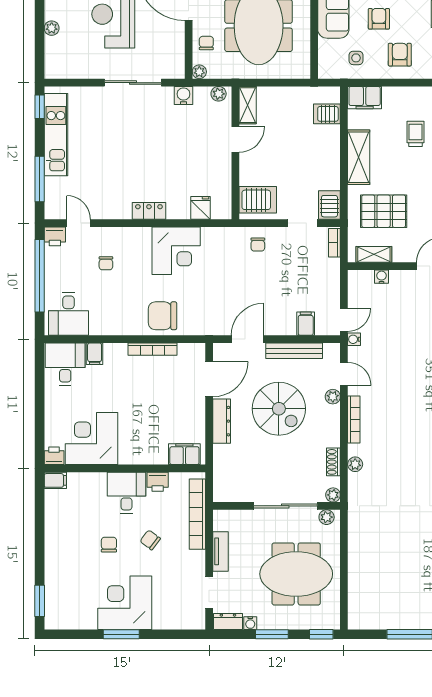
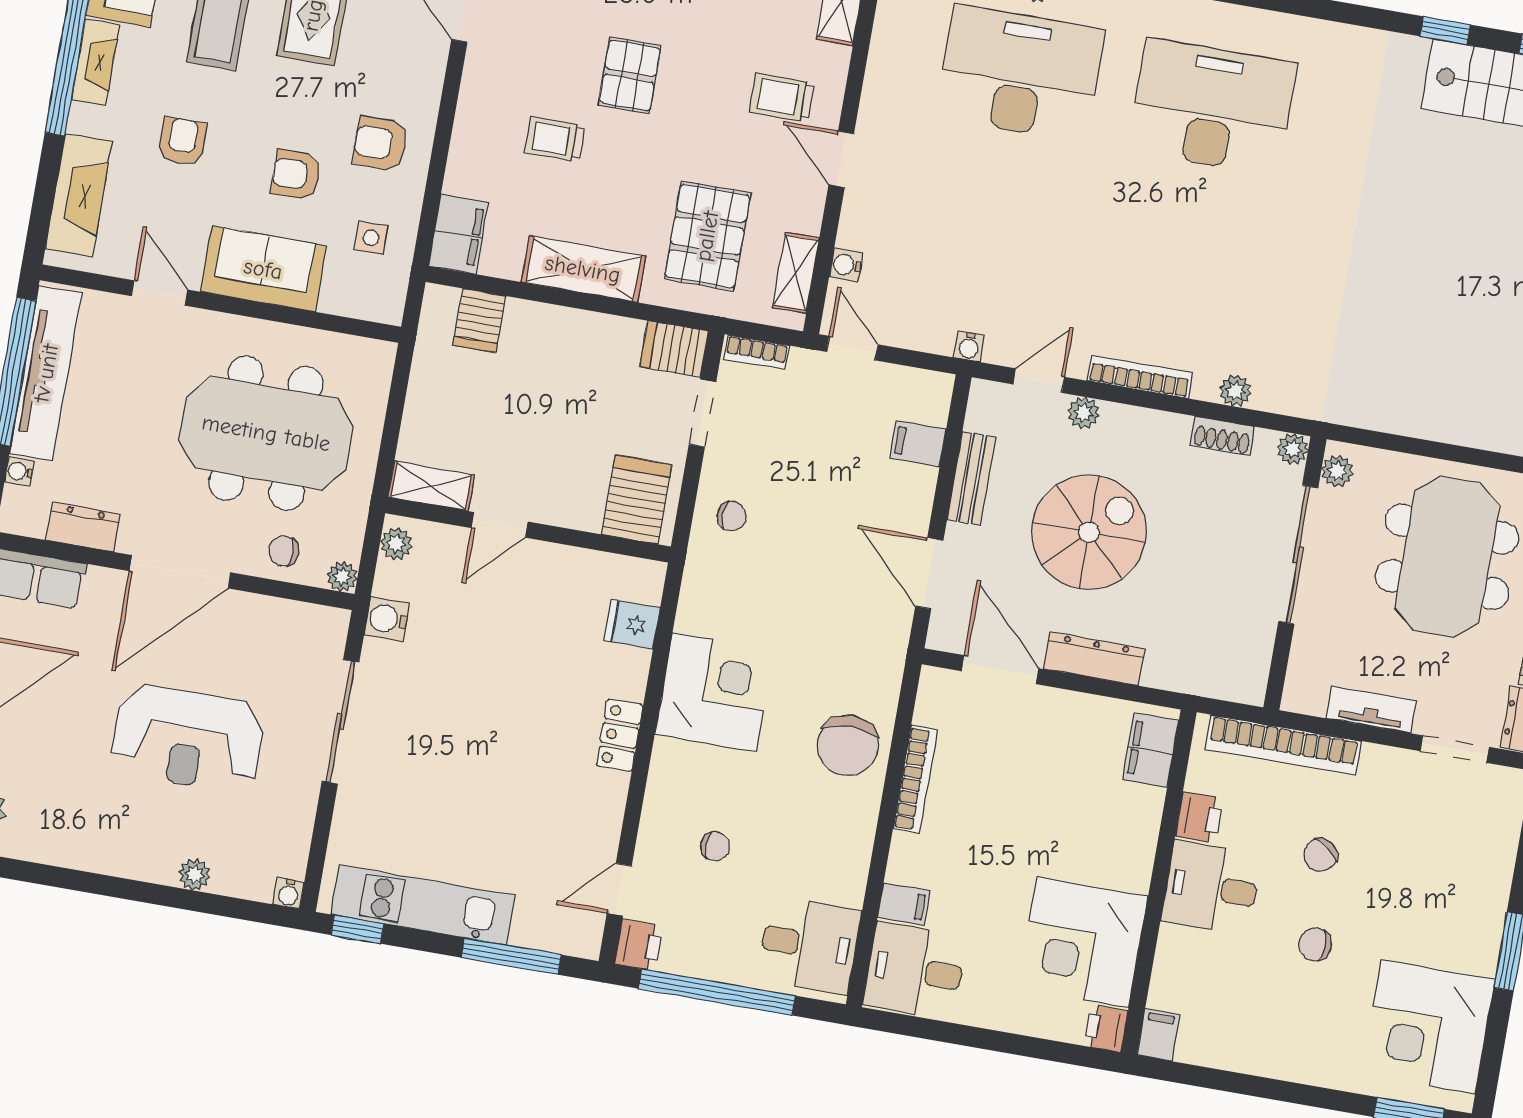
water cooler: (51, 72) -> (289, 893), added
door: (235, 139) -> (500, 525), swing flipped
door: (344, 320) -> (852, 348), moved
bench: (294, 351) -> (971, 478), width x0.73
corner desk: (125, 603) -> (1428, 1027), moved

